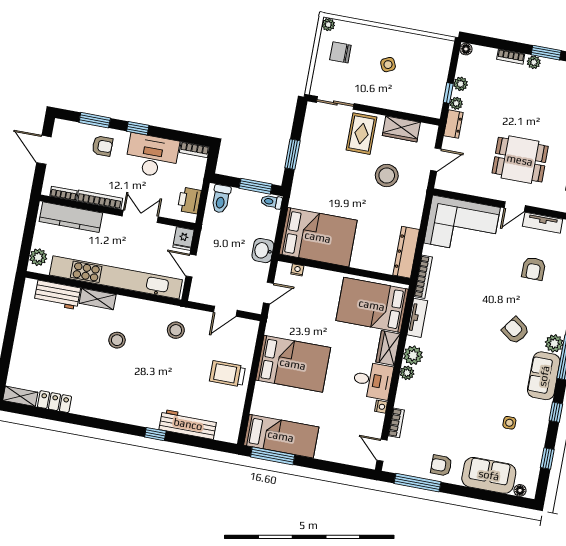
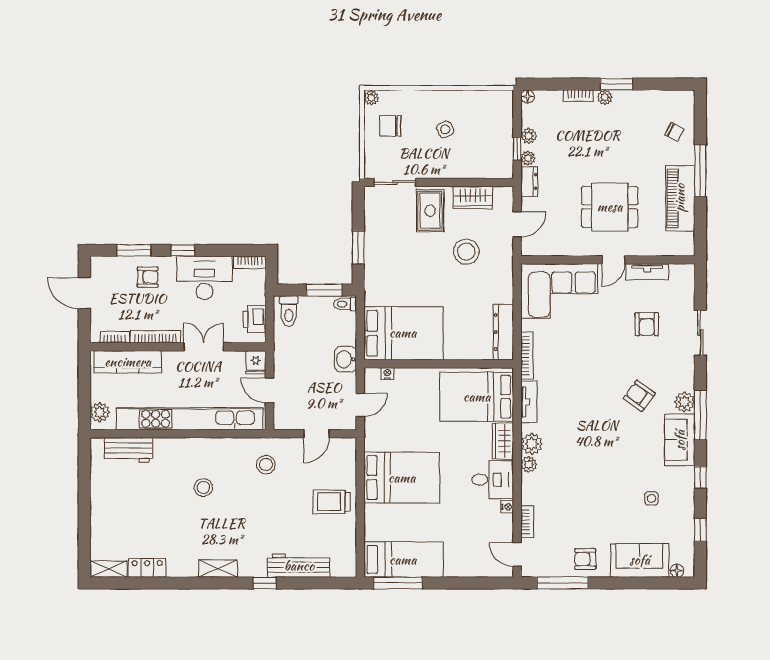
shelving: (98, 299) -> (218, 569), moved

